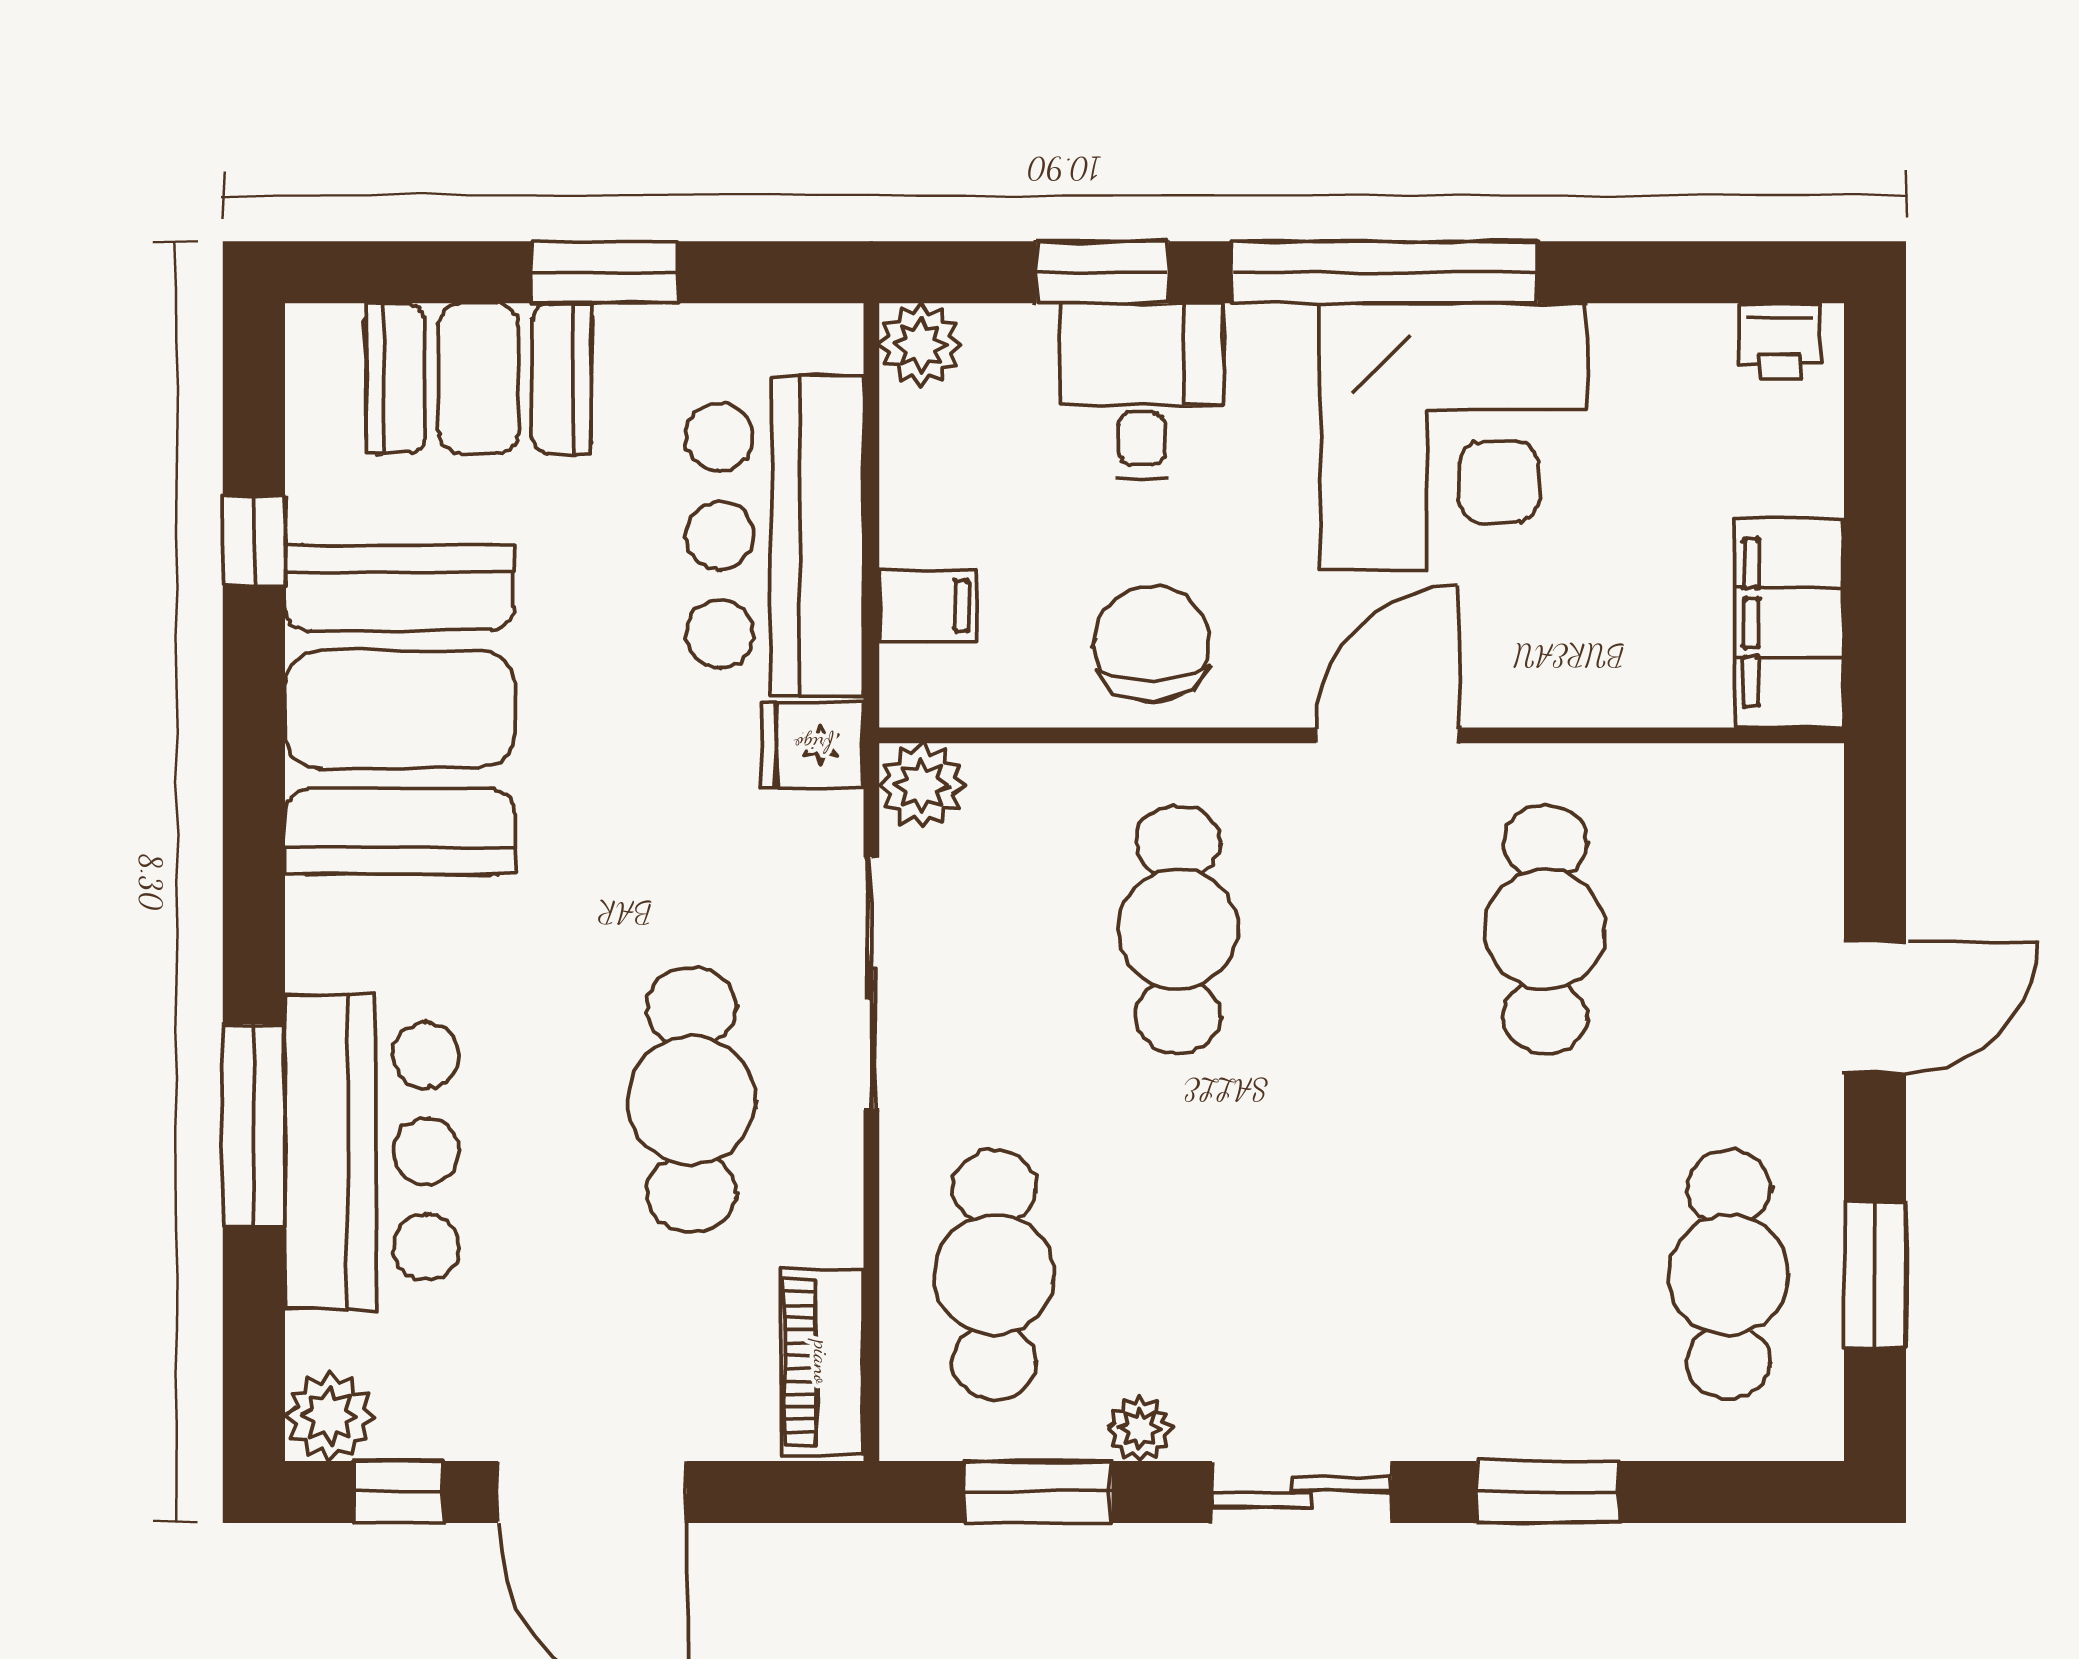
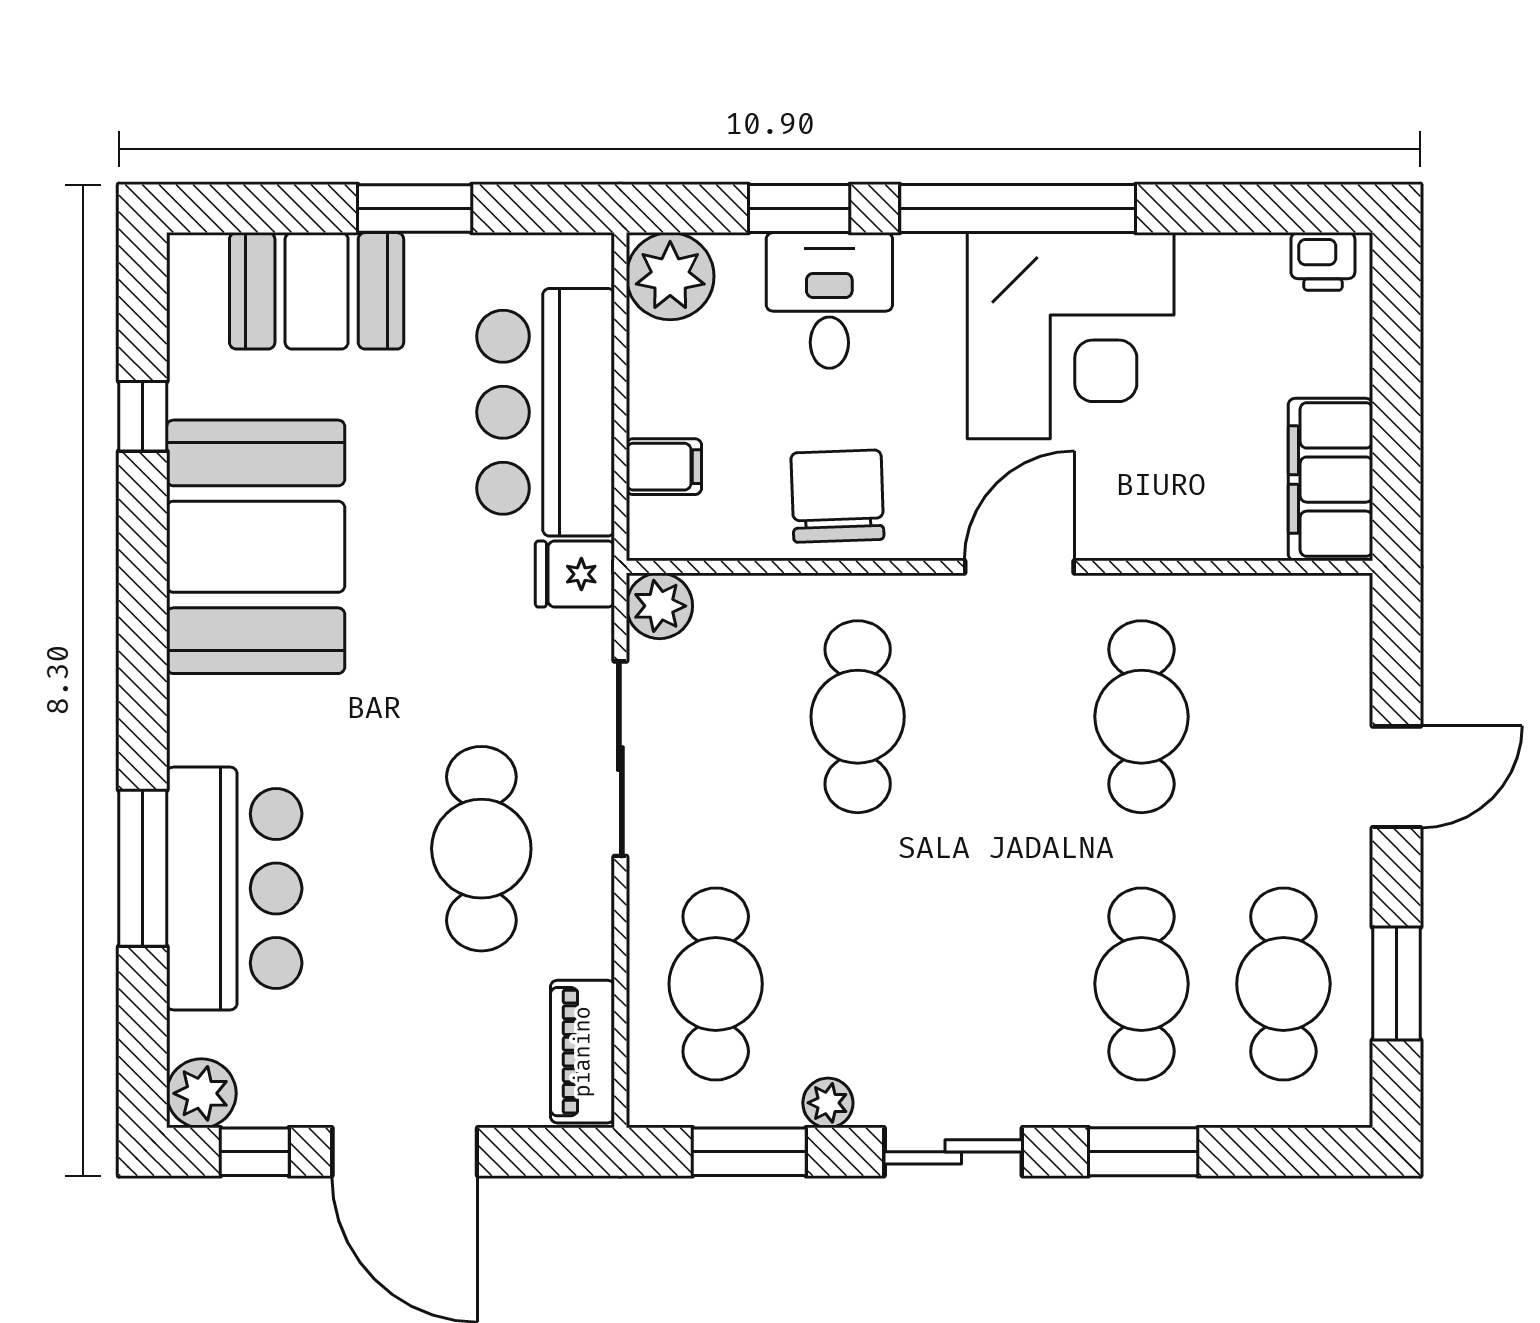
plant: (921, 345) -> (670, 276), width x1.36, depth x1.36
cafe table: (1545, 1275) -> (1141, 984), added

